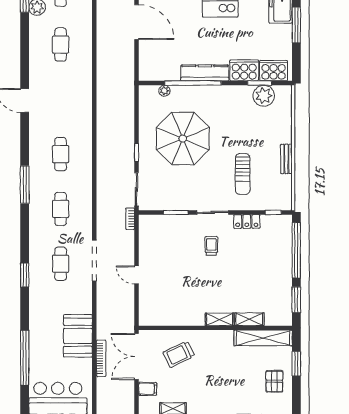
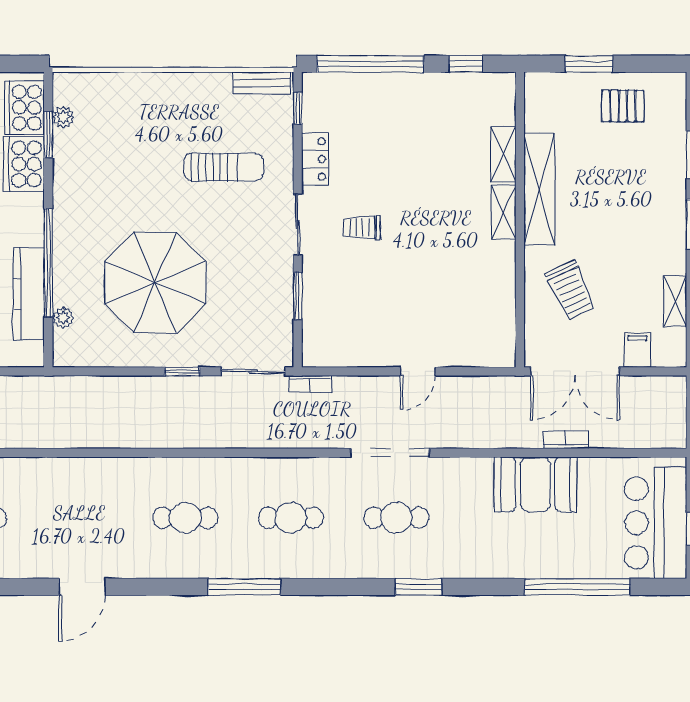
kitchen counter: (205, 73) -> (29, 294), moved
plant: (264, 96) -> (63, 117), width x0.53, depth x0.53
bench: (286, 159) -> (262, 83), moved
window: (296, 300) -> (466, 64), width x0.67
shelving: (263, 338) -> (539, 189), moved
bookcase: (101, 358) -> (566, 440), width x0.64

